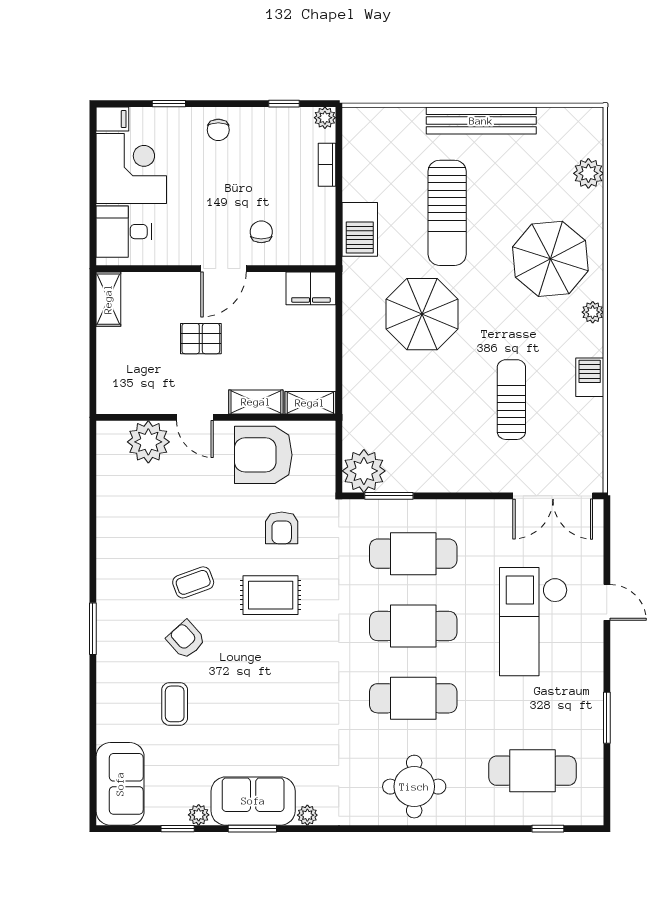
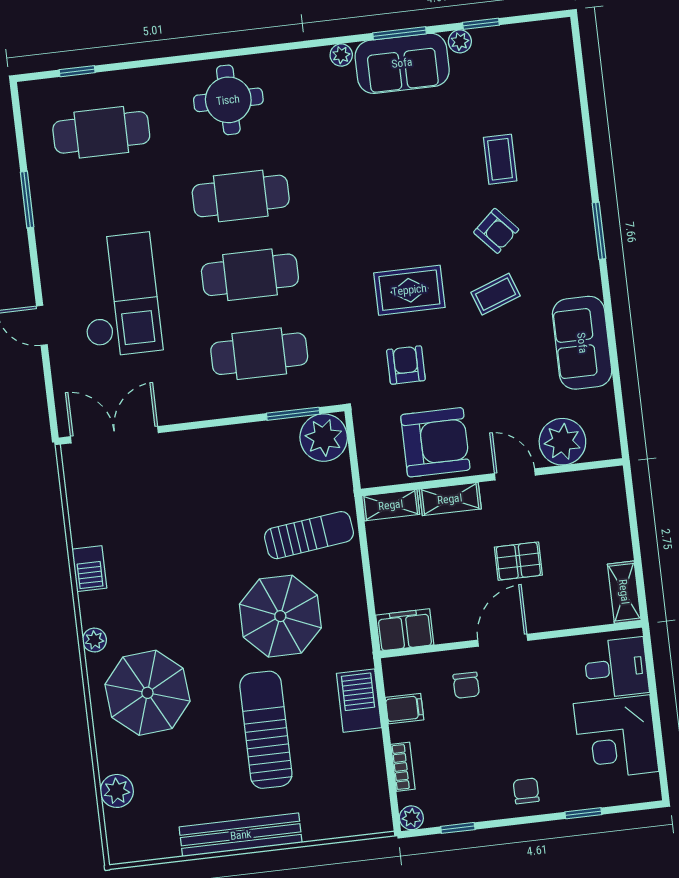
filing cabinet: (112, 119) -> (405, 709), moved, turned 180
sun lounger: (511, 400) -> (309, 535), moved, turned -97
sofa: (120, 784) -> (582, 343), moved

